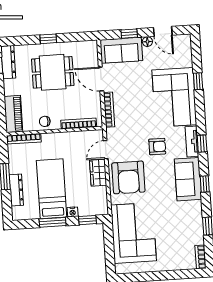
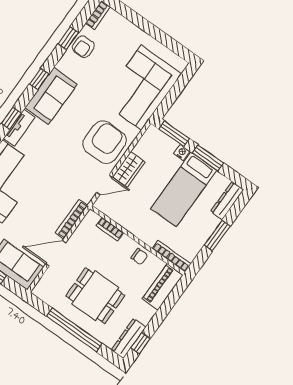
window: (48, 39) -> (74, 330), width x3.17
door: (101, 79) -> (56, 253), swing flipped
bookcase: (79, 124) -> (110, 229), width x0.64
armchair: (157, 147) -> (83, 47), moved, turned -90
dresser: (16, 190) -> (227, 201), moved
window: (88, 220) -> (174, 134), width x1.50

